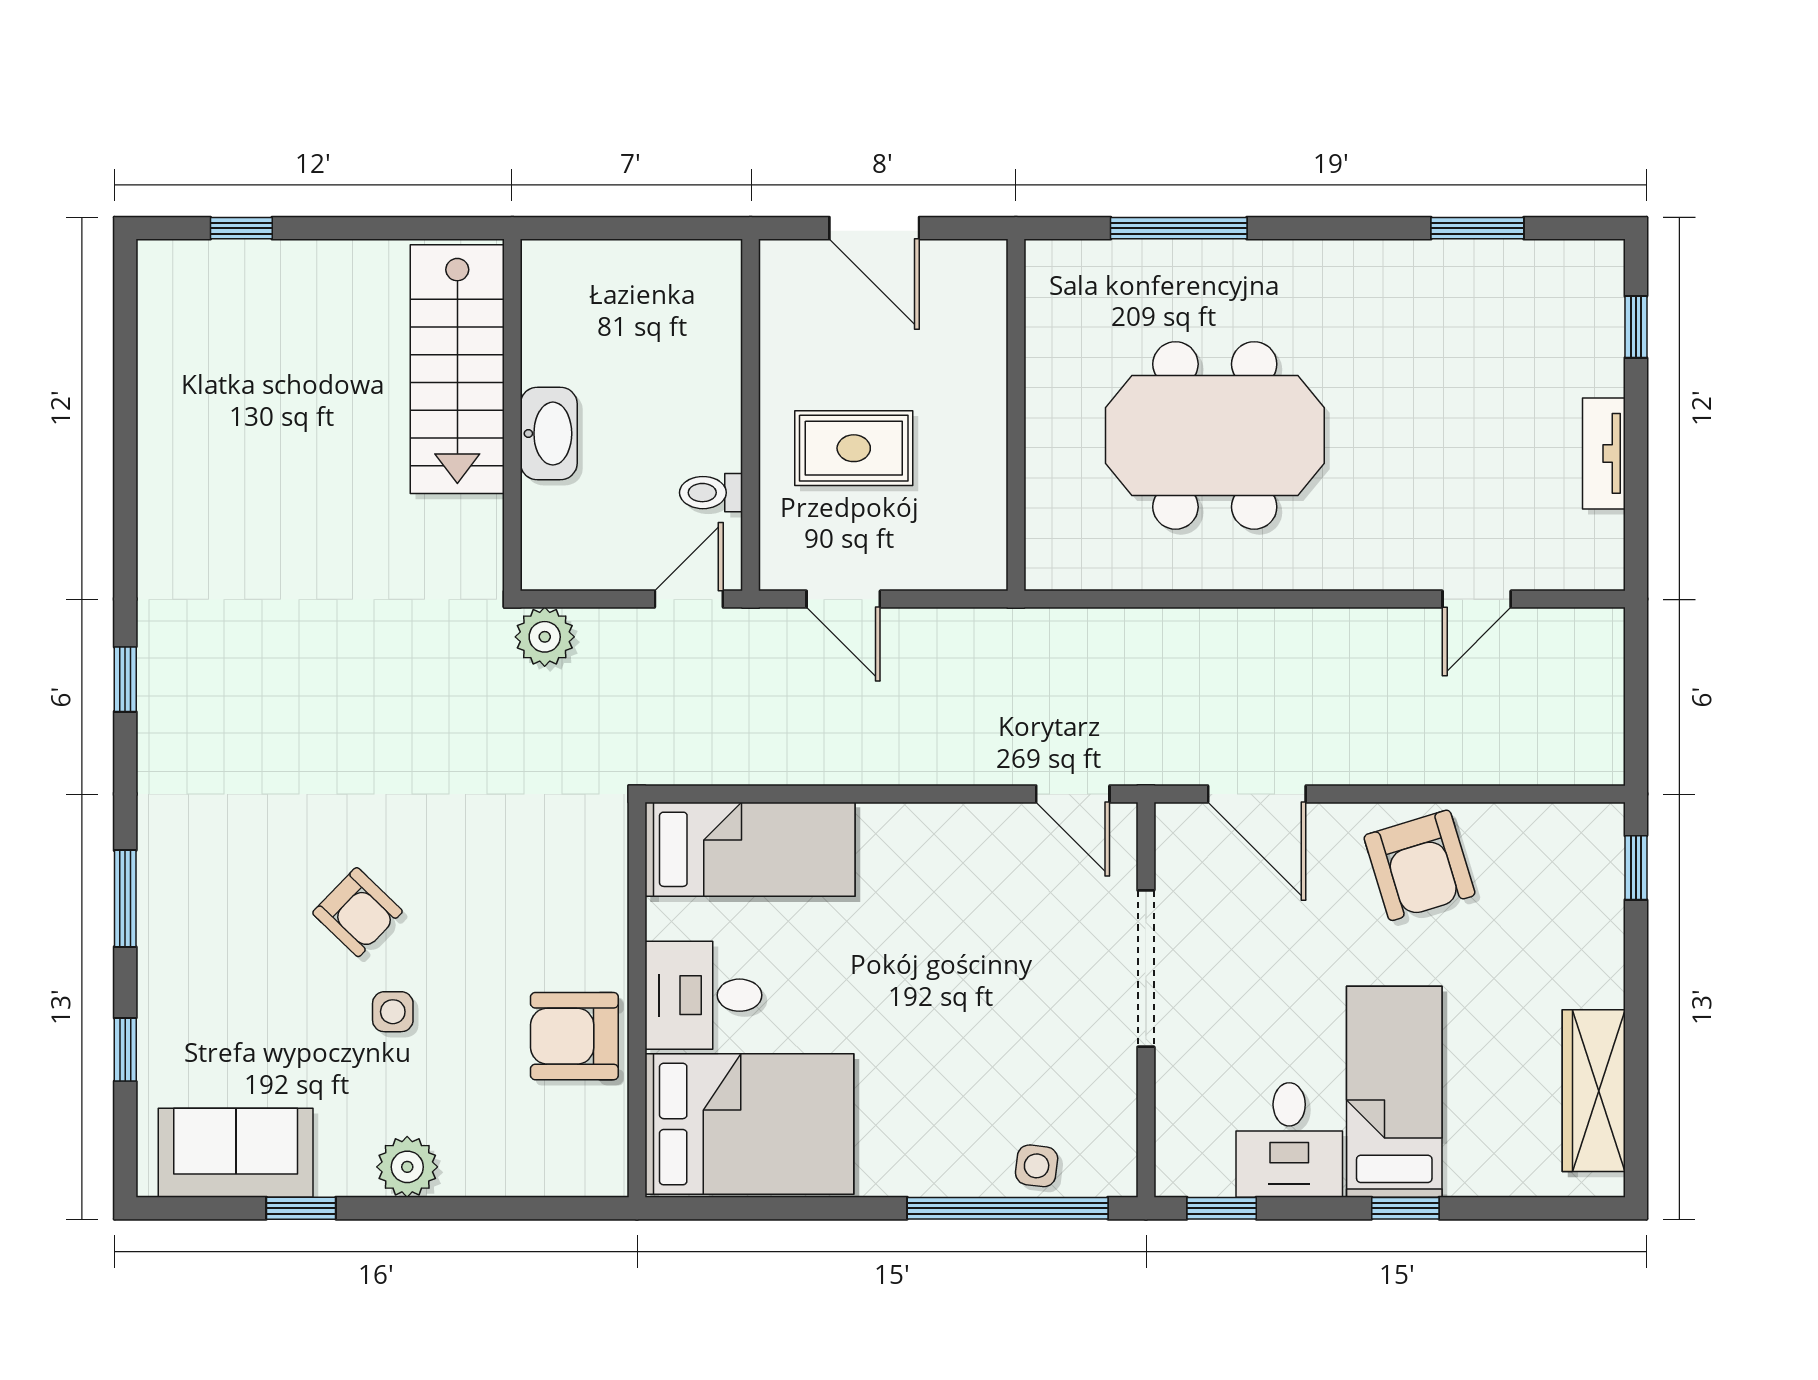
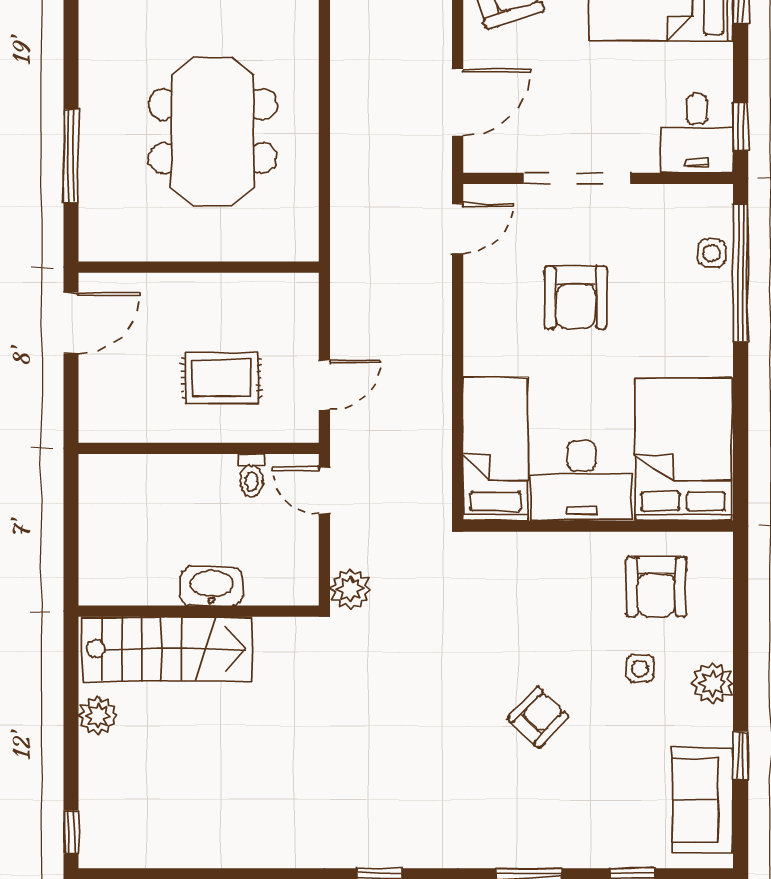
window: (241, 228) -> (71, 832), moved
door: (874, 228) -> (71, 323), moved
plant: (360, 268) -> (98, 715), added
rug: (854, 448) -> (221, 378), turned 90
armchair: (971, 967) -> (576, 298), added
desk: (703, 995) -> (581, 481), width x1.37
side table: (393, 1012) -> (640, 668), moved
armchair: (574, 1036) -> (656, 587), moved
desk: (1289, 1140) -> (697, 134), moved, turned 90

